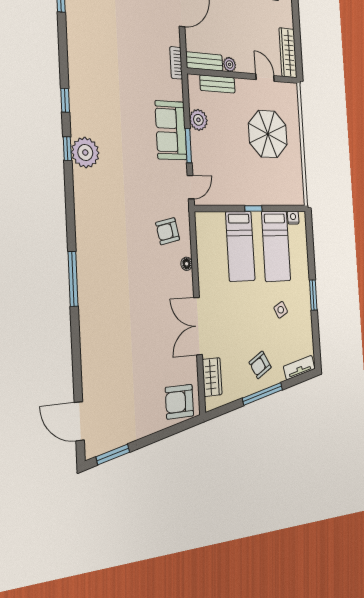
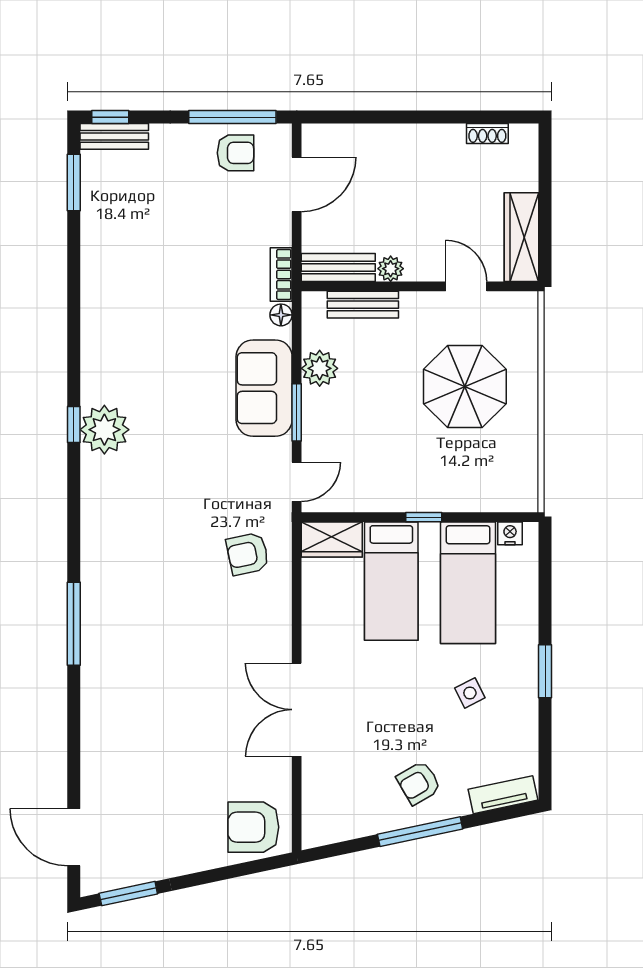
window: (65, 100) -> (74, 349), removed
floor lamp: (187, 264) -> (281, 315), moved
wardrobe: (212, 377) -> (332, 540), moved, turned 90

